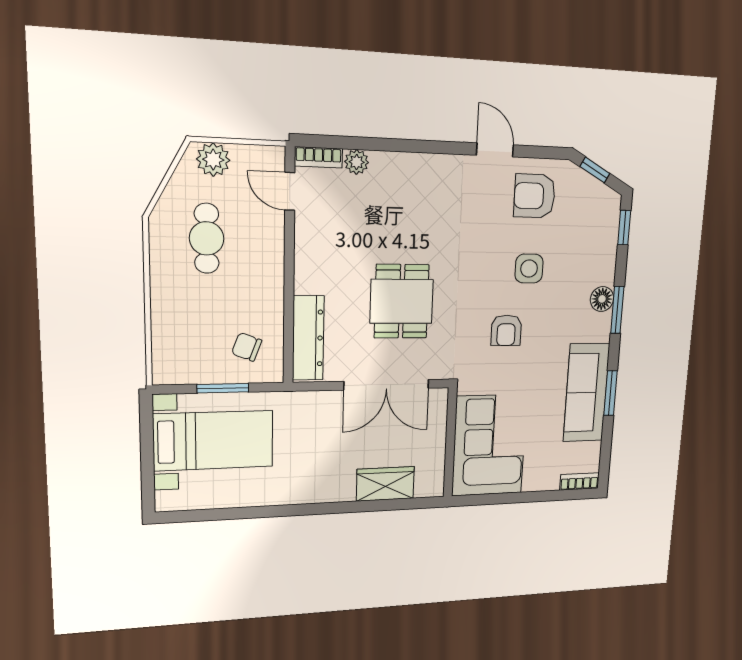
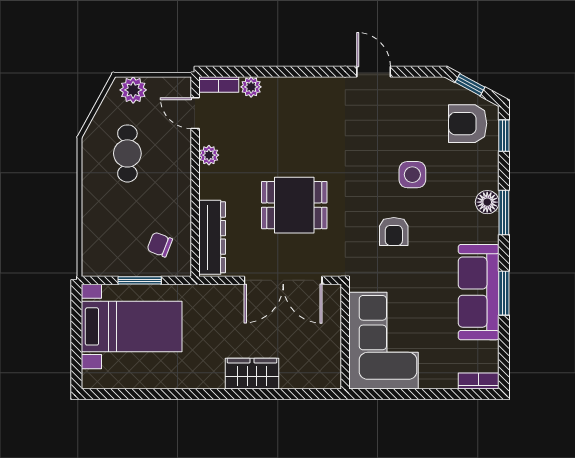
armchair: (534, 196) -> (468, 124), moved
plant: (306, 242) -> (209, 155), added
dining table: (402, 301) -> (294, 205), turned 90
wardrobe: (385, 484) -> (252, 374), moved

